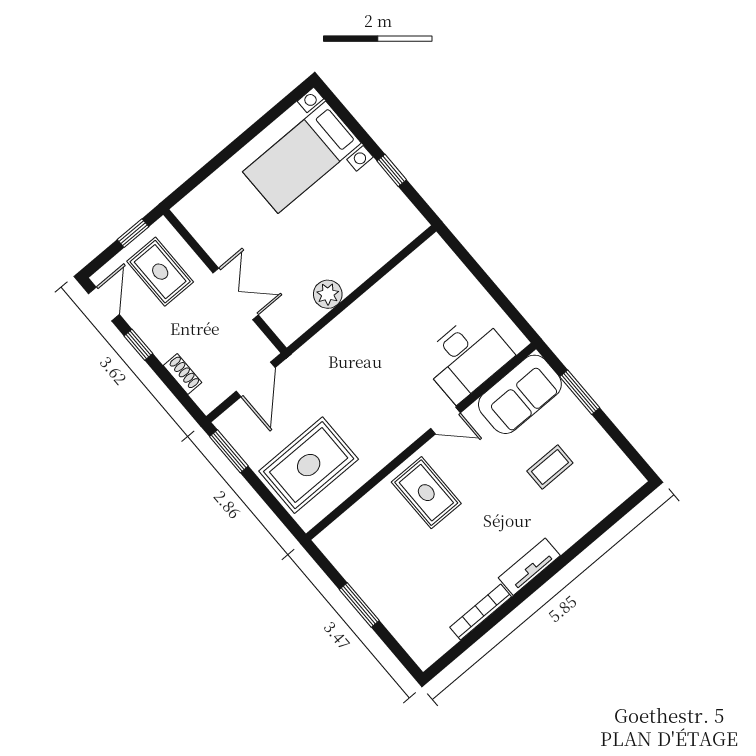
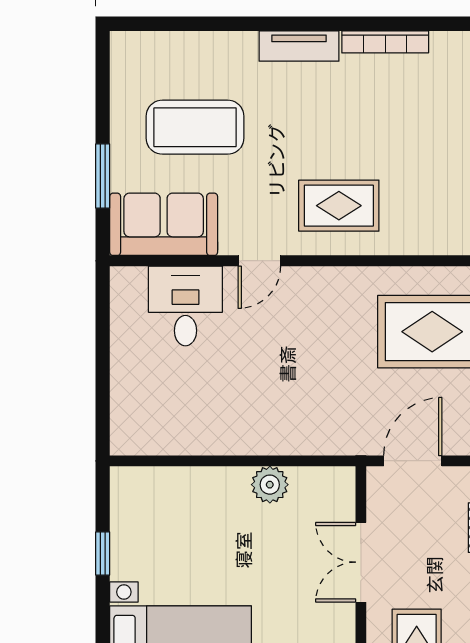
desk: (466, 357) -> (185, 306), width x0.73
door: (445, 421) -> (259, 261), swing flipped
coffee table: (550, 467) -> (195, 127), width x1.86, depth x1.72
rug: (426, 493) -> (339, 206), turned 90

